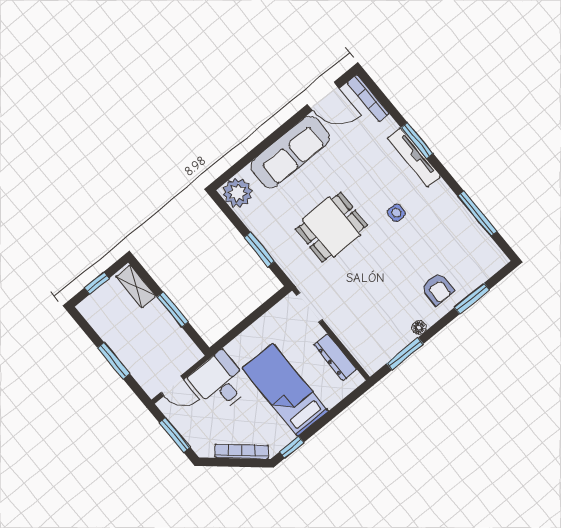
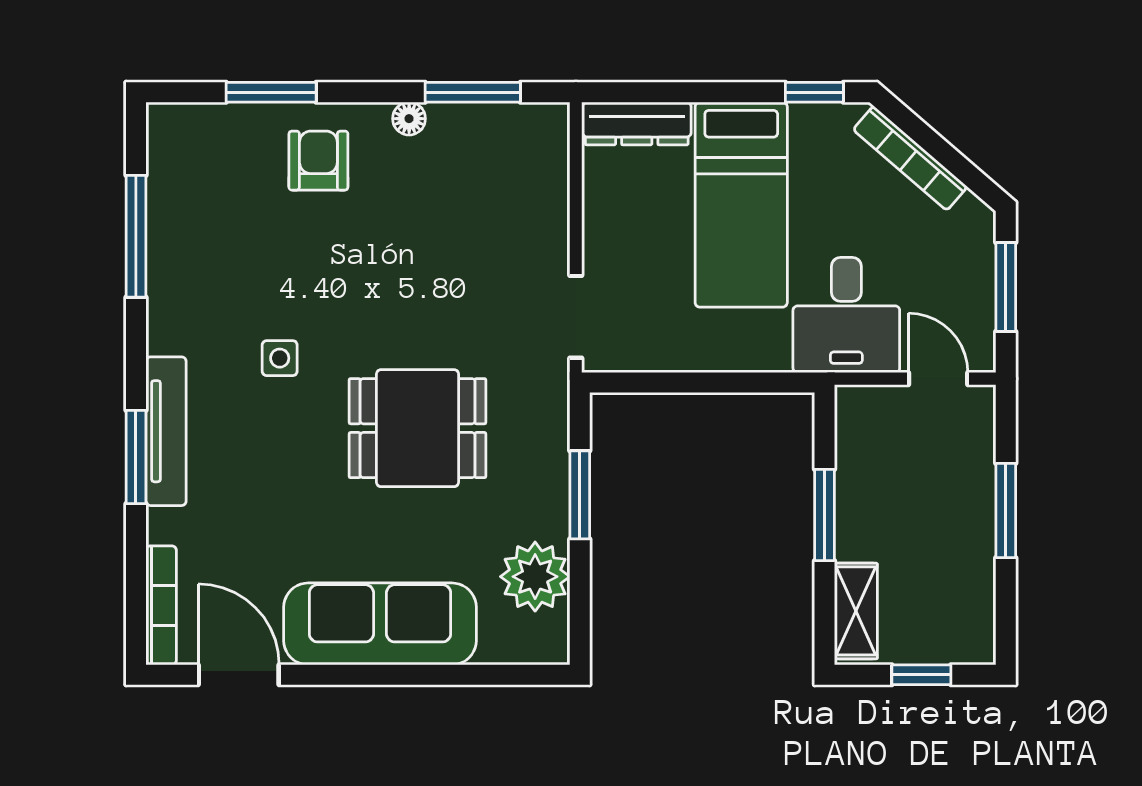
plant: (238, 193) -> (535, 577), moved
dresser: (335, 357) -> (637, 124), moved, turned 90

